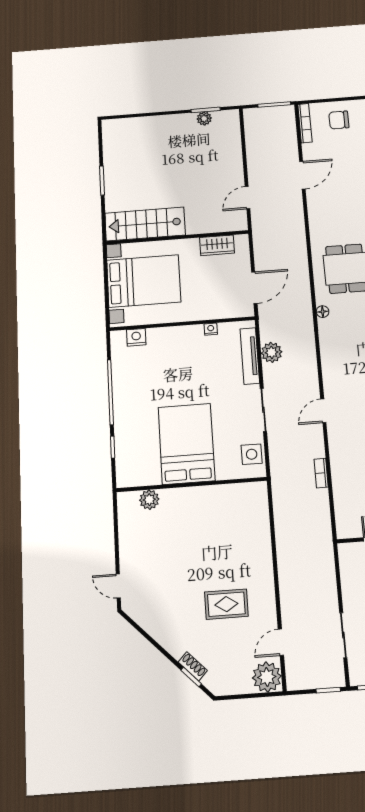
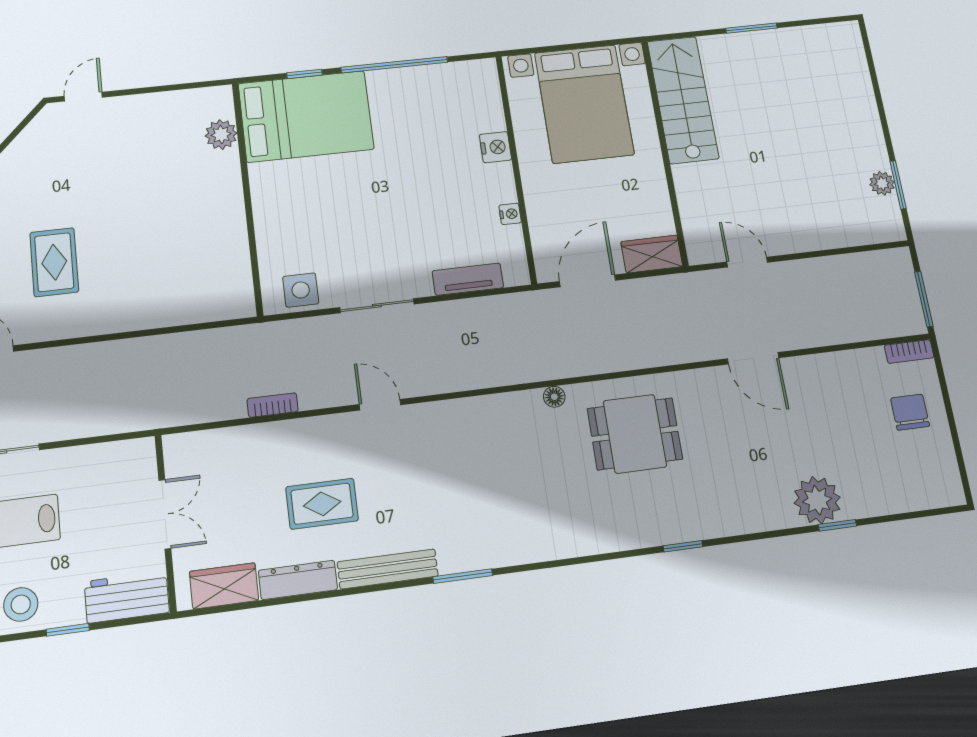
bookcase: (305, 123) -> (909, 351), width x0.64
door: (302, 175) -> (753, 358), moved
wardrobe: (217, 245) -> (652, 254), moved, turned 90
door: (254, 288) -> (588, 281), swing flipped
nightstand: (136, 337) -> (495, 147), moved
plant: (272, 352) -> (476, 314), removed
tv unit: (250, 356) -> (468, 279), width x0.71
bed: (186, 444) -> (306, 116), moved

